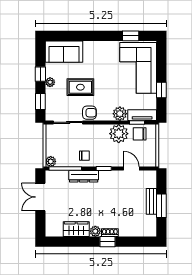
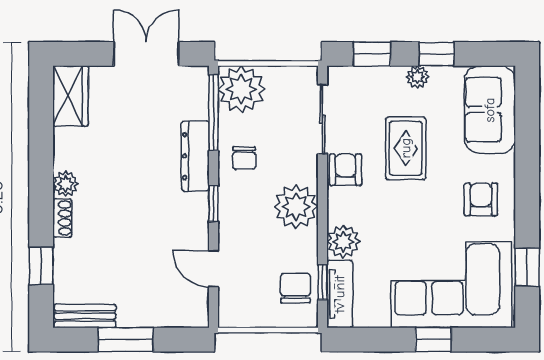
armchair: (102, 55) -> (481, 199), added
window: (161, 90) -> (433, 340), moved
armchair: (89, 113) -> (345, 170), turned 180
plant: (119, 134) -> (296, 207), moved
plant: (51, 161) -> (241, 89), width x1.88, depth x1.88
door: (131, 169) -> (213, 269), swing flipped
bench: (151, 201) -> (85, 316), moved
wardrobe: (76, 229) -> (71, 96), moved
window: (107, 242) -> (41, 266), moved

